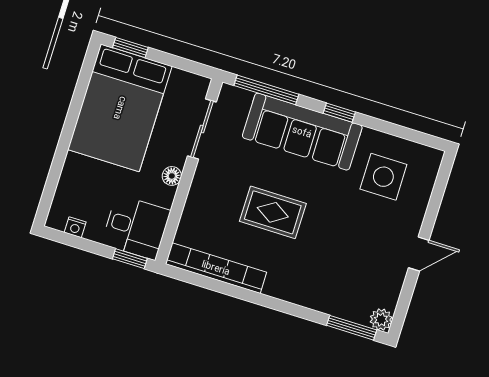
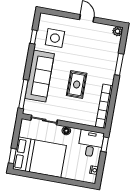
window: (339, 113) -> (34, 37), moved
window: (352, 328) -> (119, 64), moved

